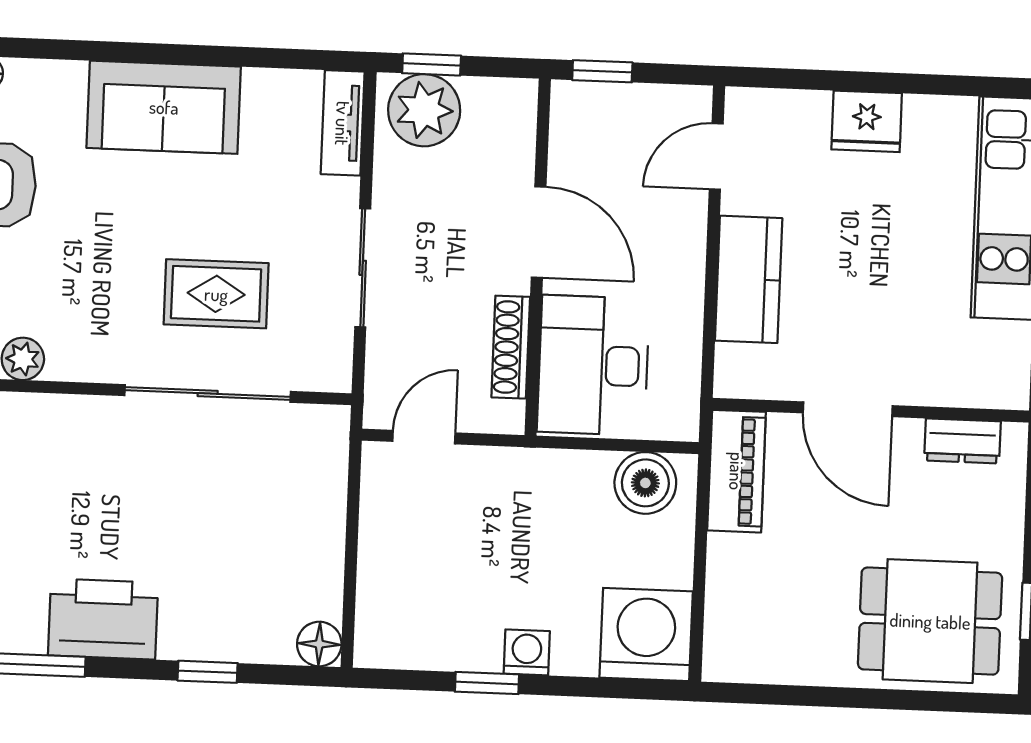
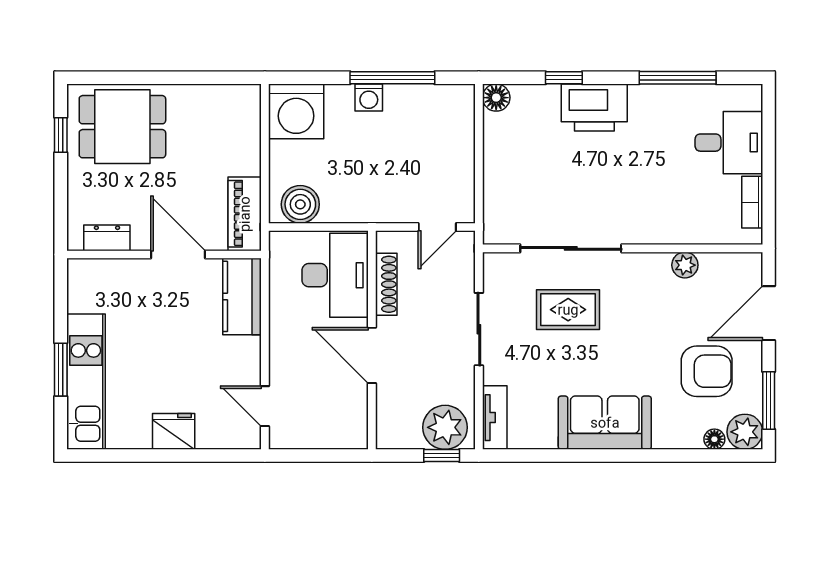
window: (602, 71) -> (337, 456), removed
door: (716, 156) -> (265, 406), swing flipped
kitchen counter: (749, 279) -> (242, 296), moved
printer: (103, 619) -> (594, 108), moved
window: (487, 683) -> (392, 78), width x2.17

